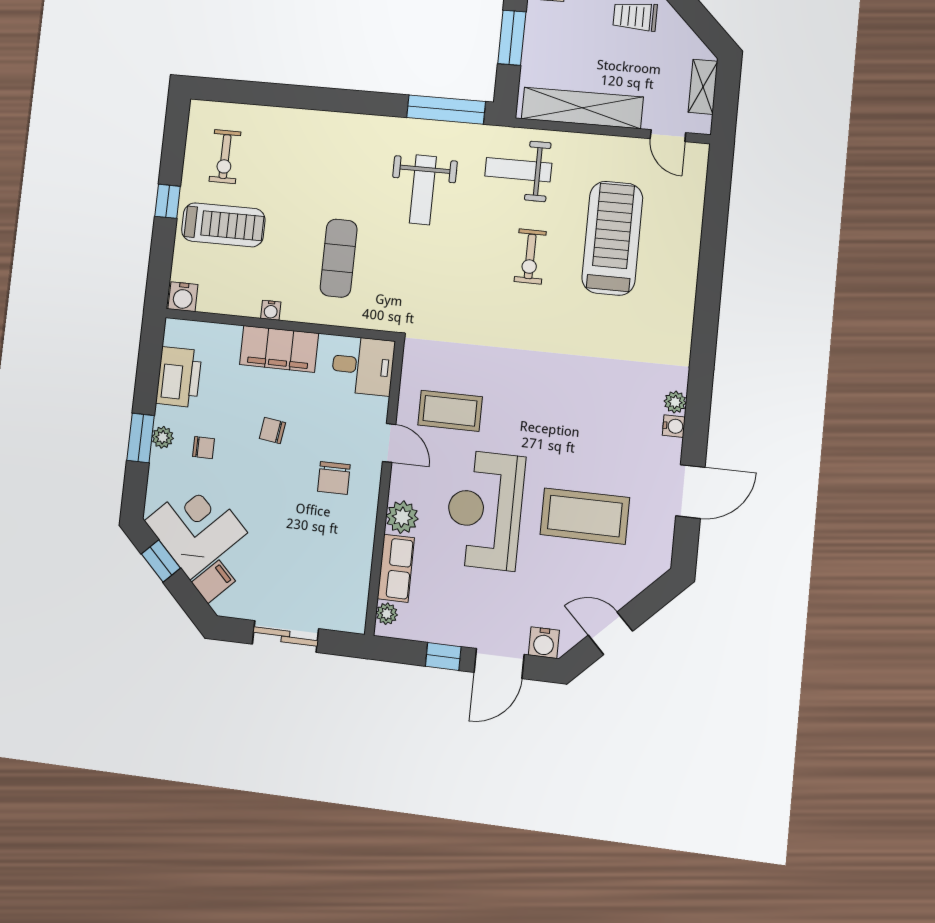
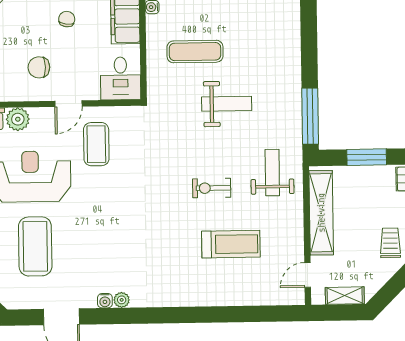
weight bench: (423, 190) -> (227, 104), moved, turned 180
treadmill: (612, 238) -> (231, 244), width x0.73, depth x0.73

